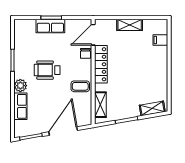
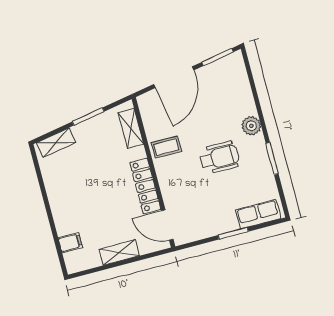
row of seats: (50, 26) -> (258, 214), moved
door: (93, 35) -> (167, 225), swing flipped
chair: (86, 53) -> (171, 196), removed
row of seats: (20, 106) -> (244, 96), removed

